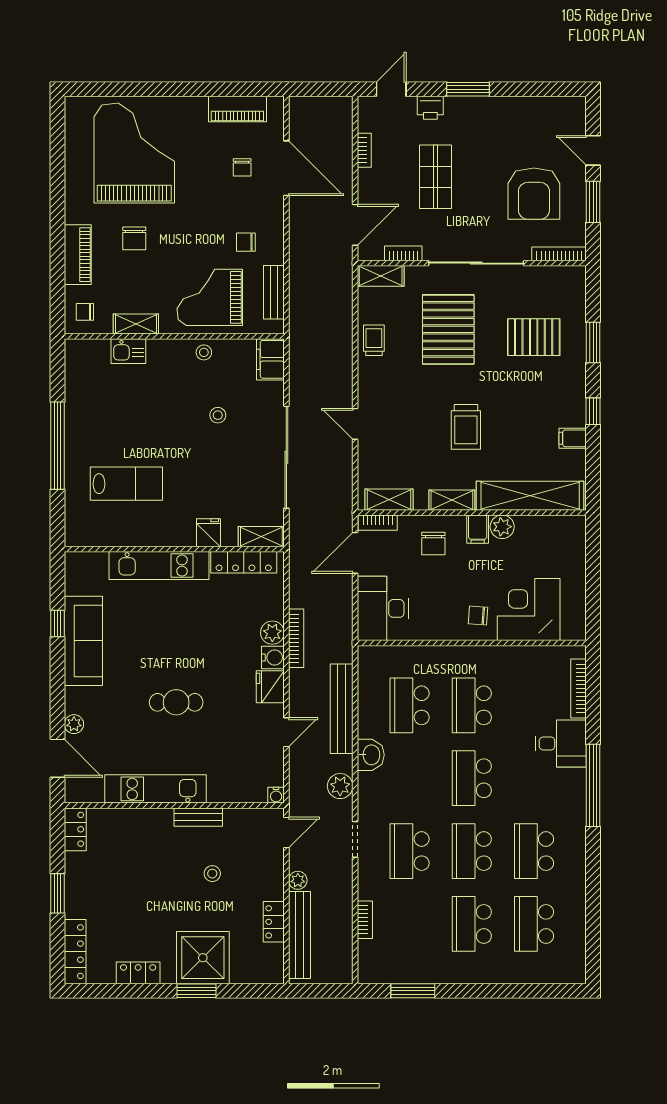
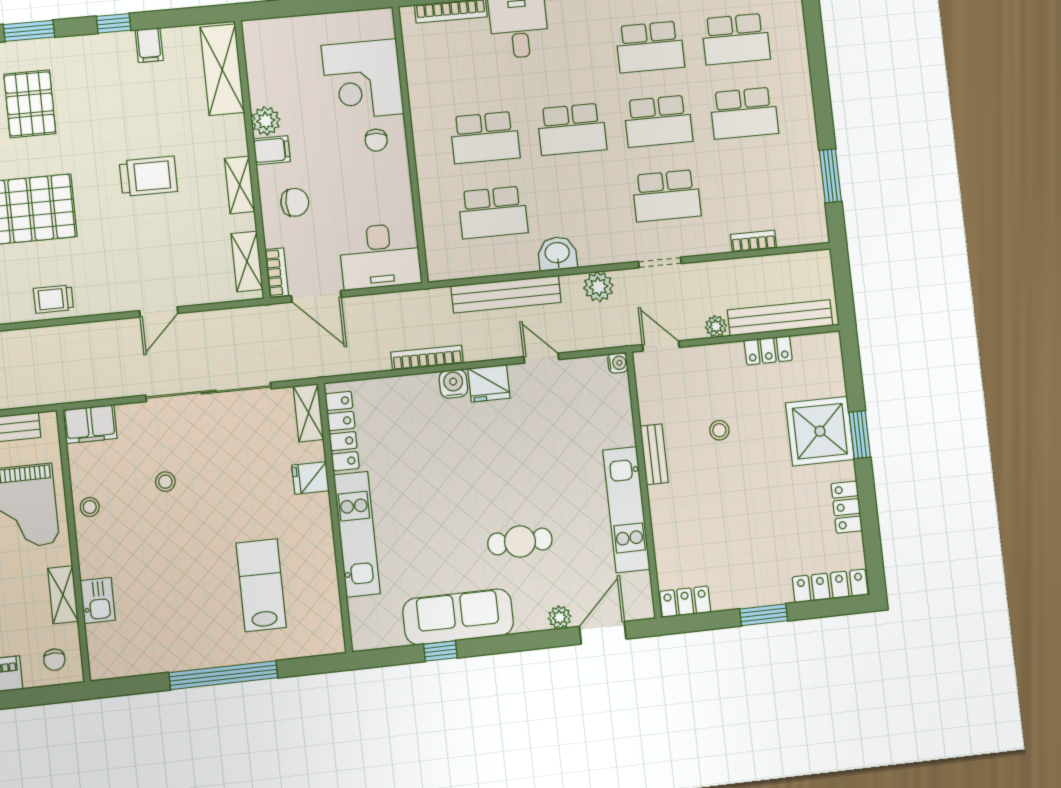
shelving: (530, 496) -> (222, 70), width x0.68
plant: (272, 633) -> (423, 387), removed
cafe table: (176, 702) -> (520, 541), moved, turned 90

